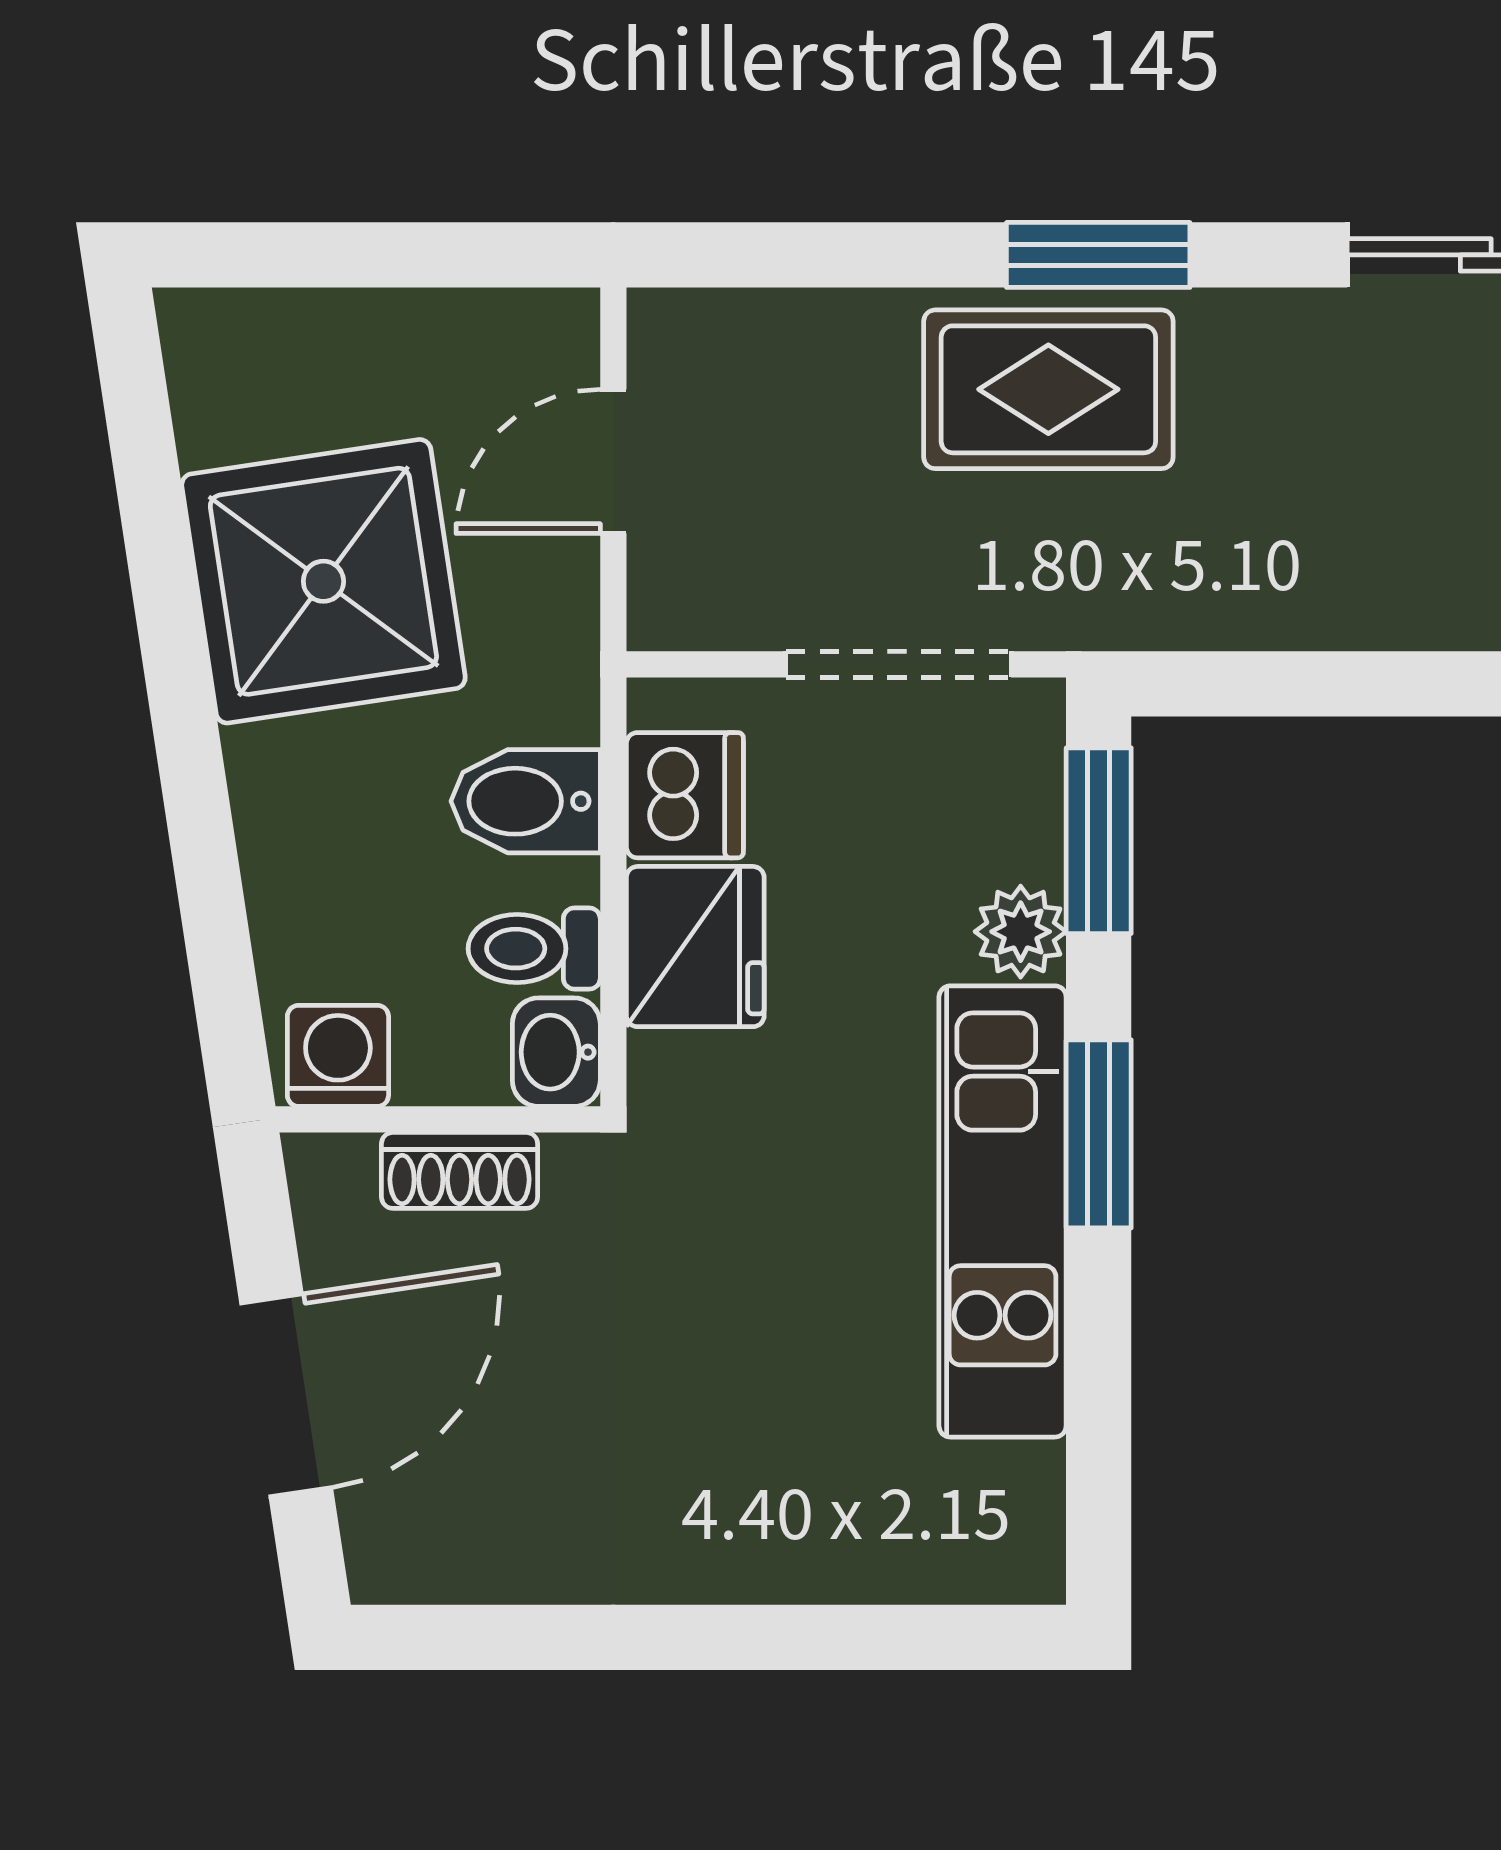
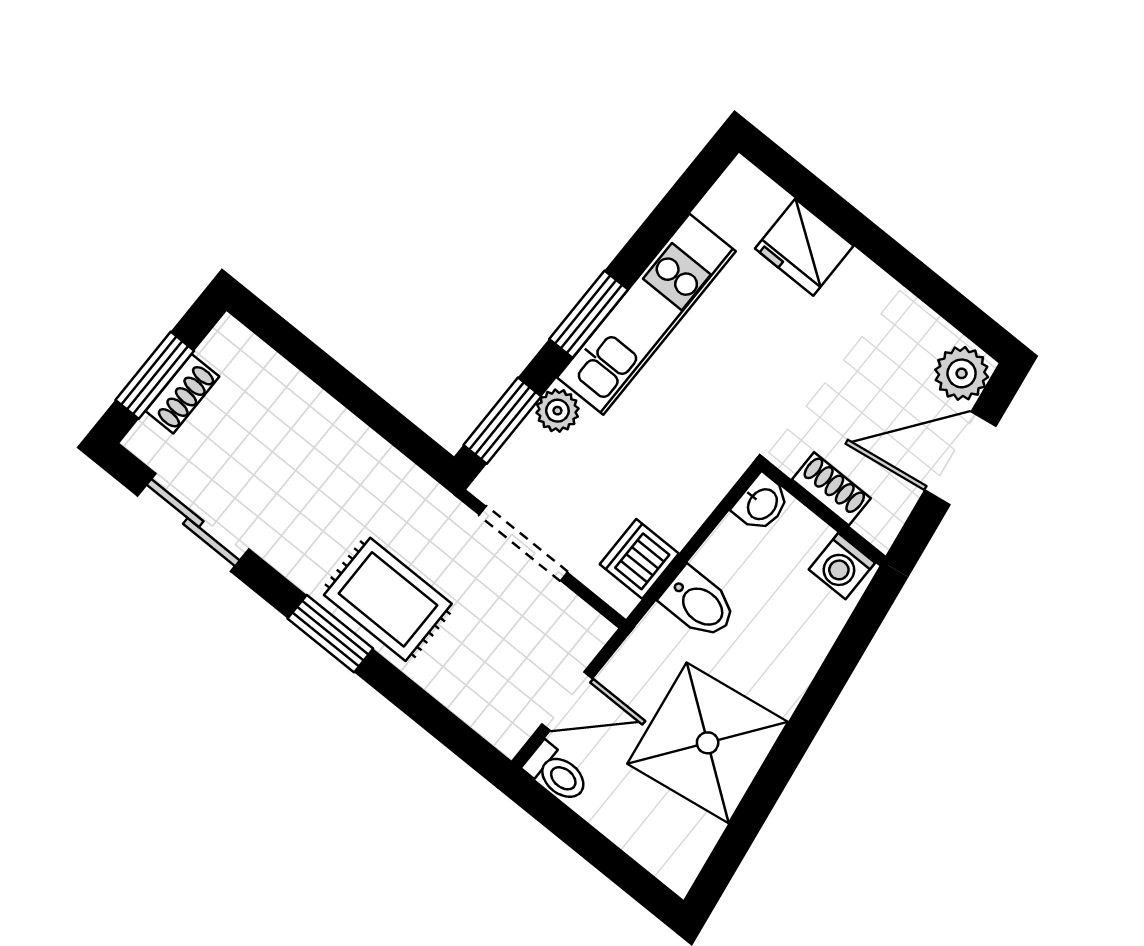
fridge: (695, 947) -> (804, 247), moved, turned -90
toilet: (534, 949) -> (557, 773), moved
plant: (399, 1538) -> (962, 373), added

